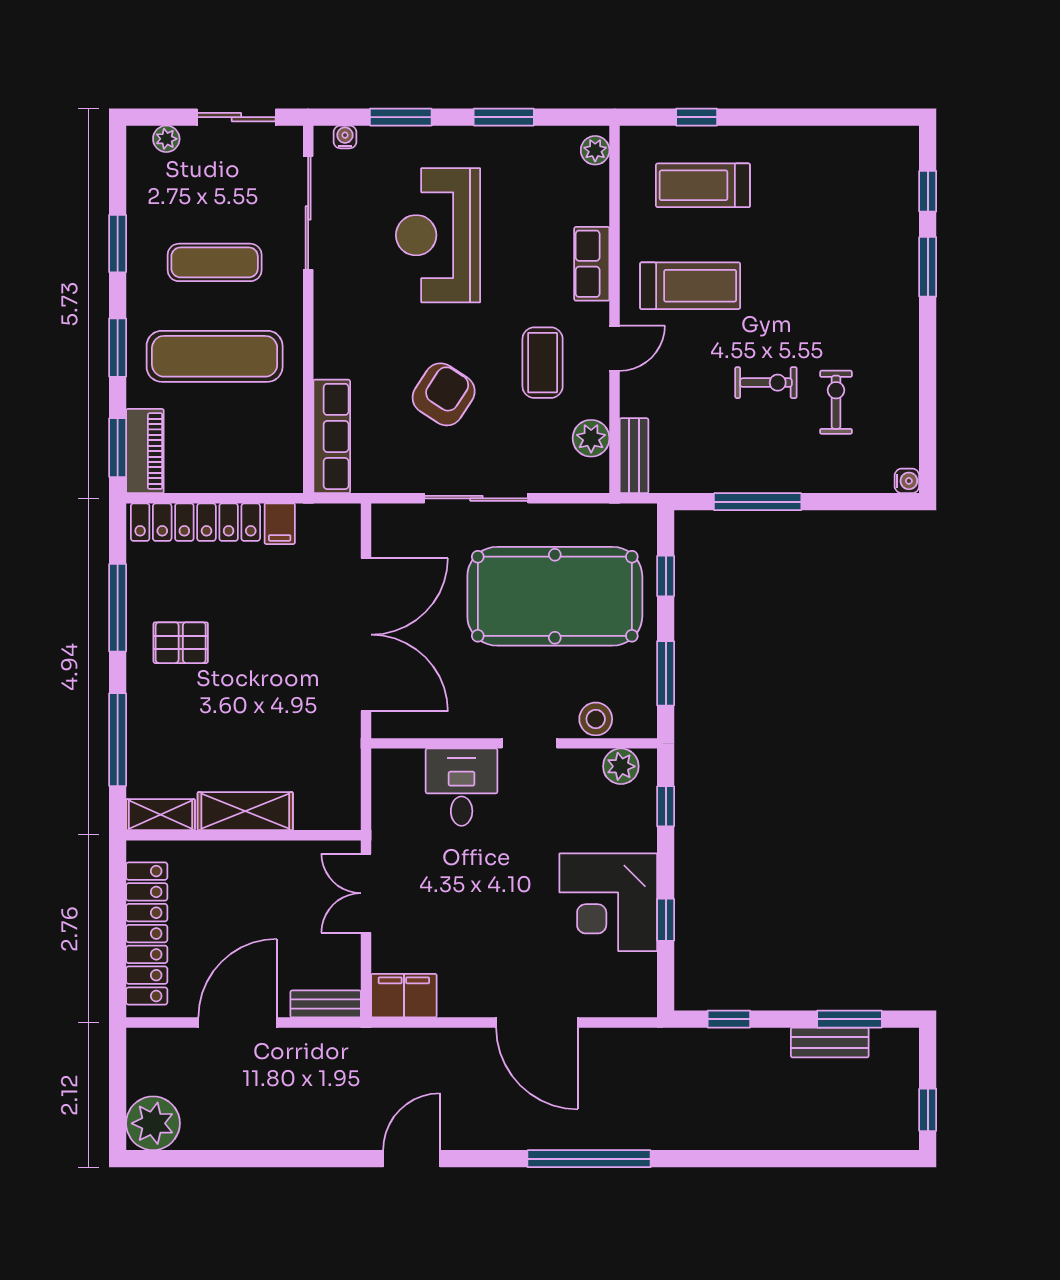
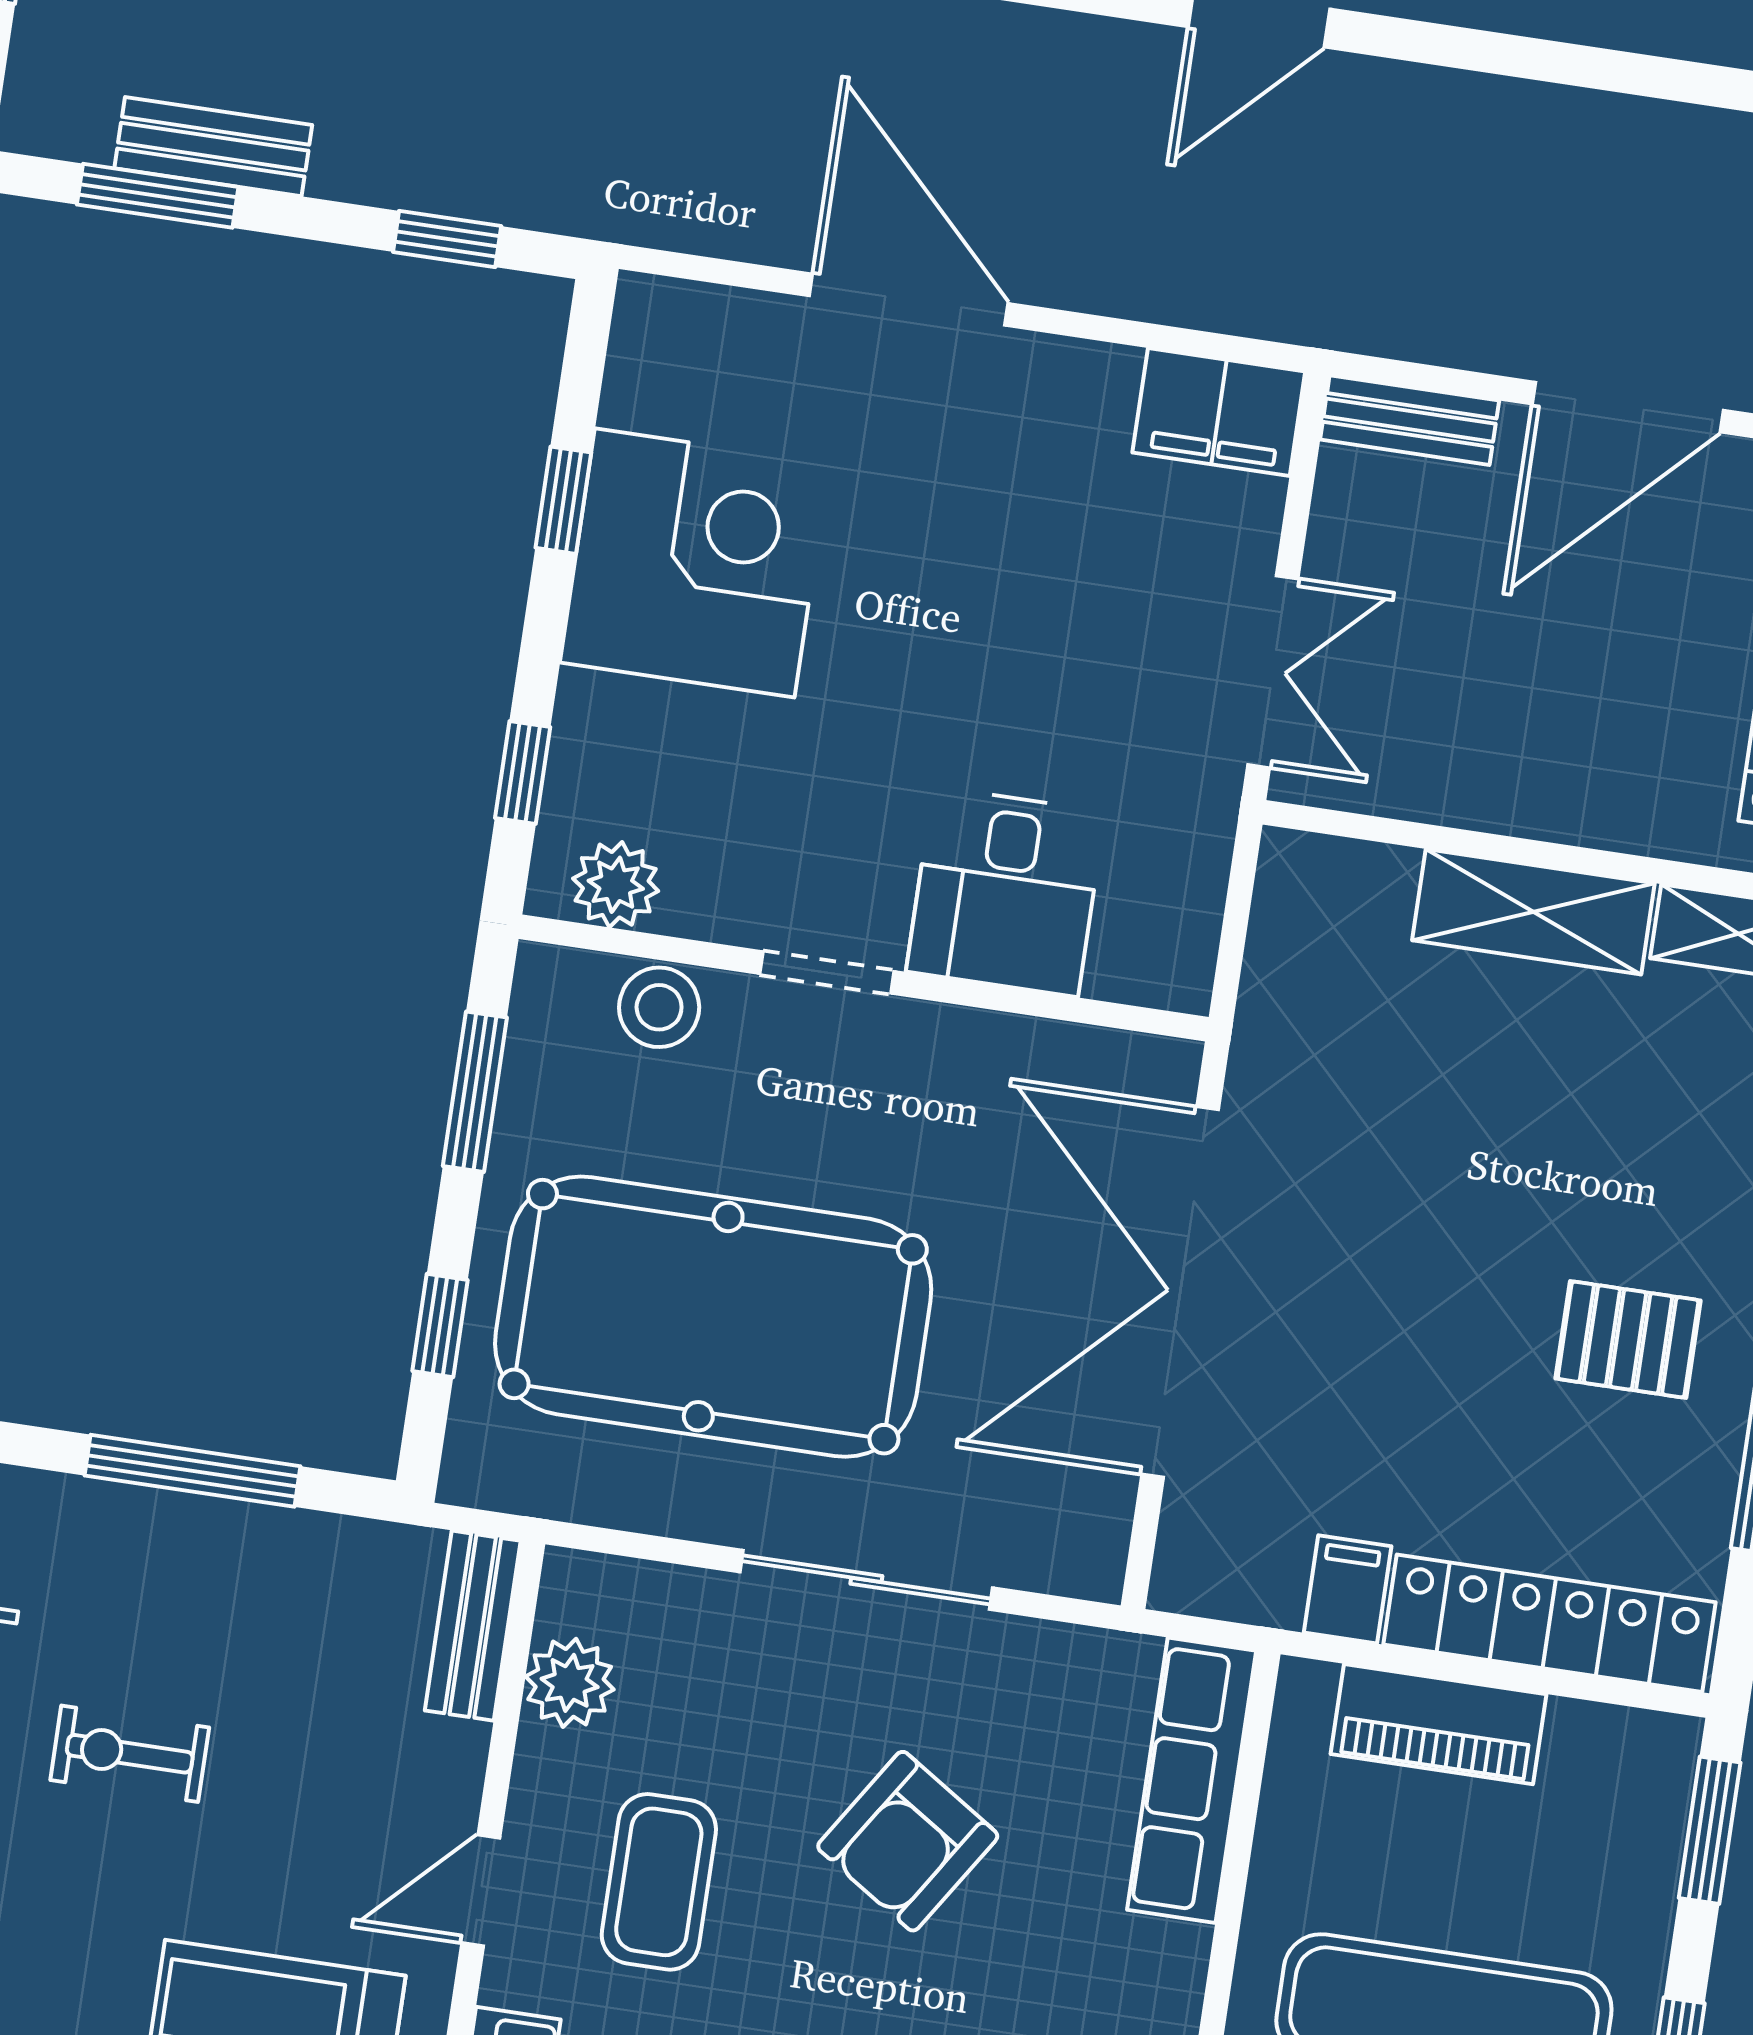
piano: (145, 451) -> (1439, 1724), moved, turned -90

